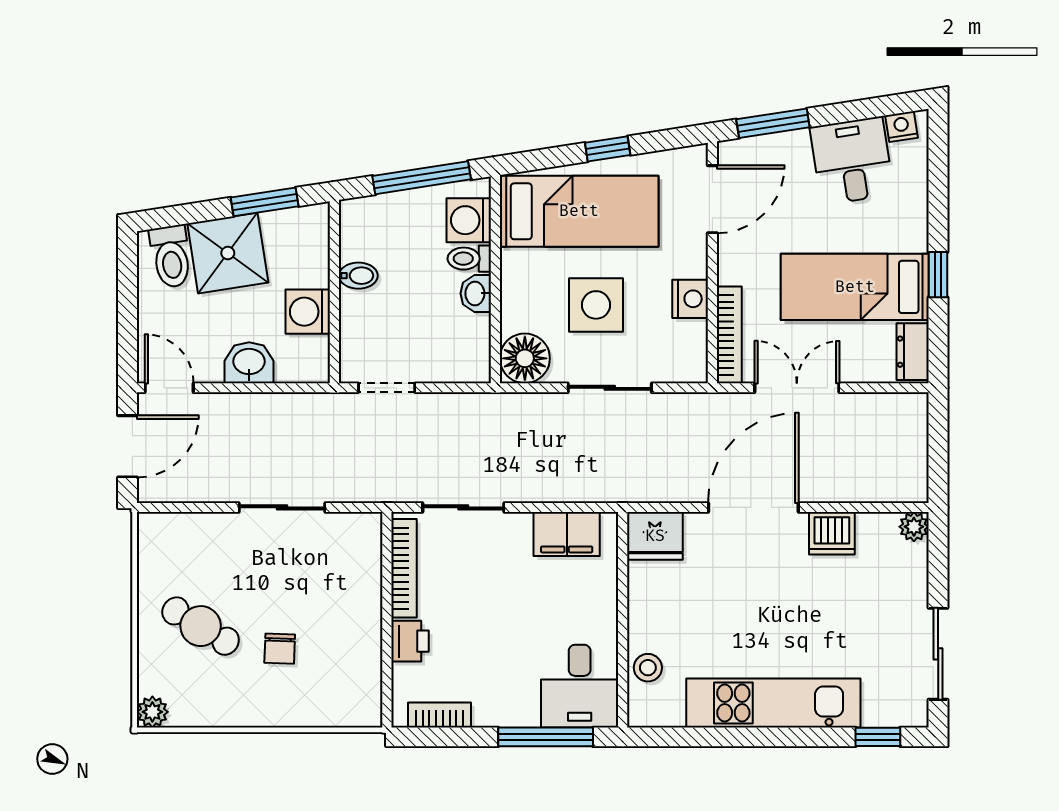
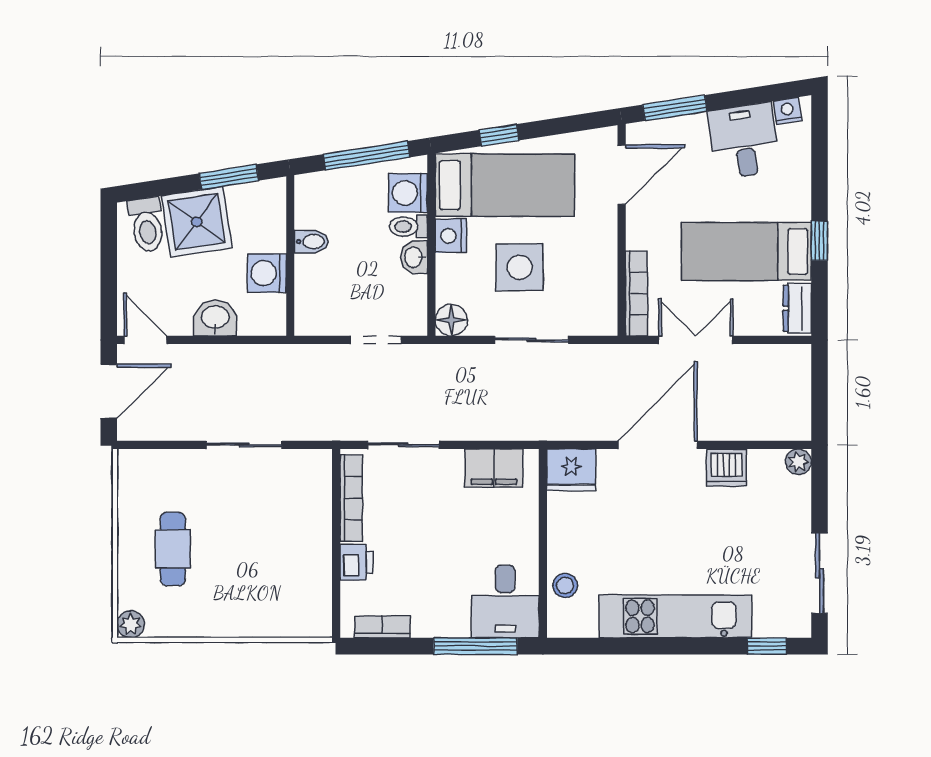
window: (608, 149) -> (499, 135), moved
nightstand: (690, 299) -> (451, 236), moved, turned 180
floor lamp: (525, 358) -> (451, 320), width x0.73, depth x0.73
doorway: (387, 388) -> (376, 340), moved
cafe table: (201, 626) -> (173, 549), turned 59
chair: (280, 649) -> (242, 569), removed

